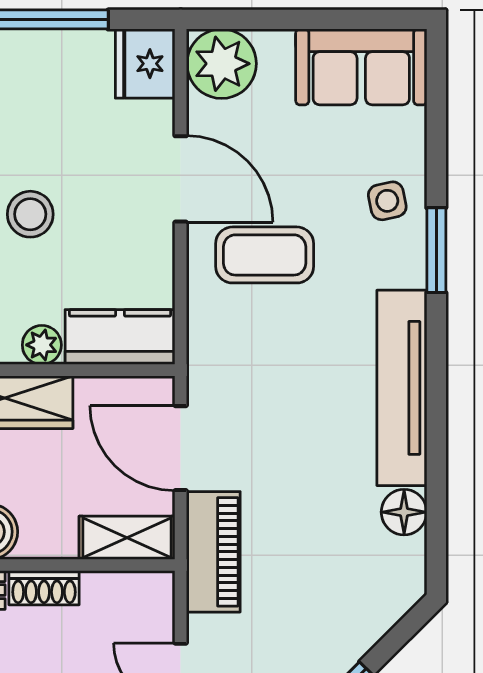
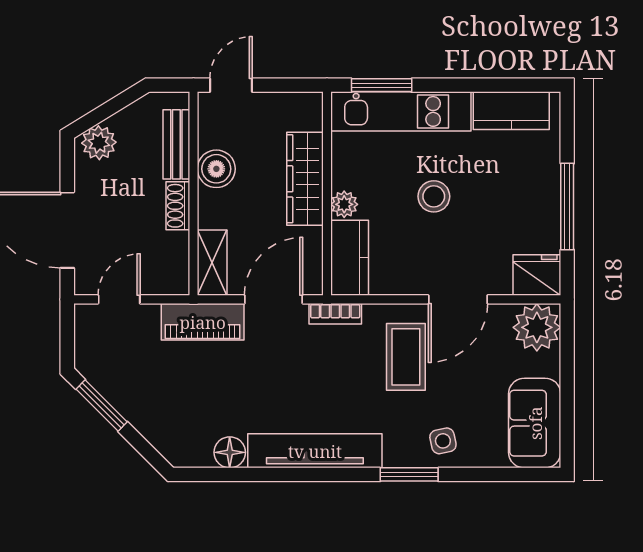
bookcase: (202, 358) -> (335, 314), added

